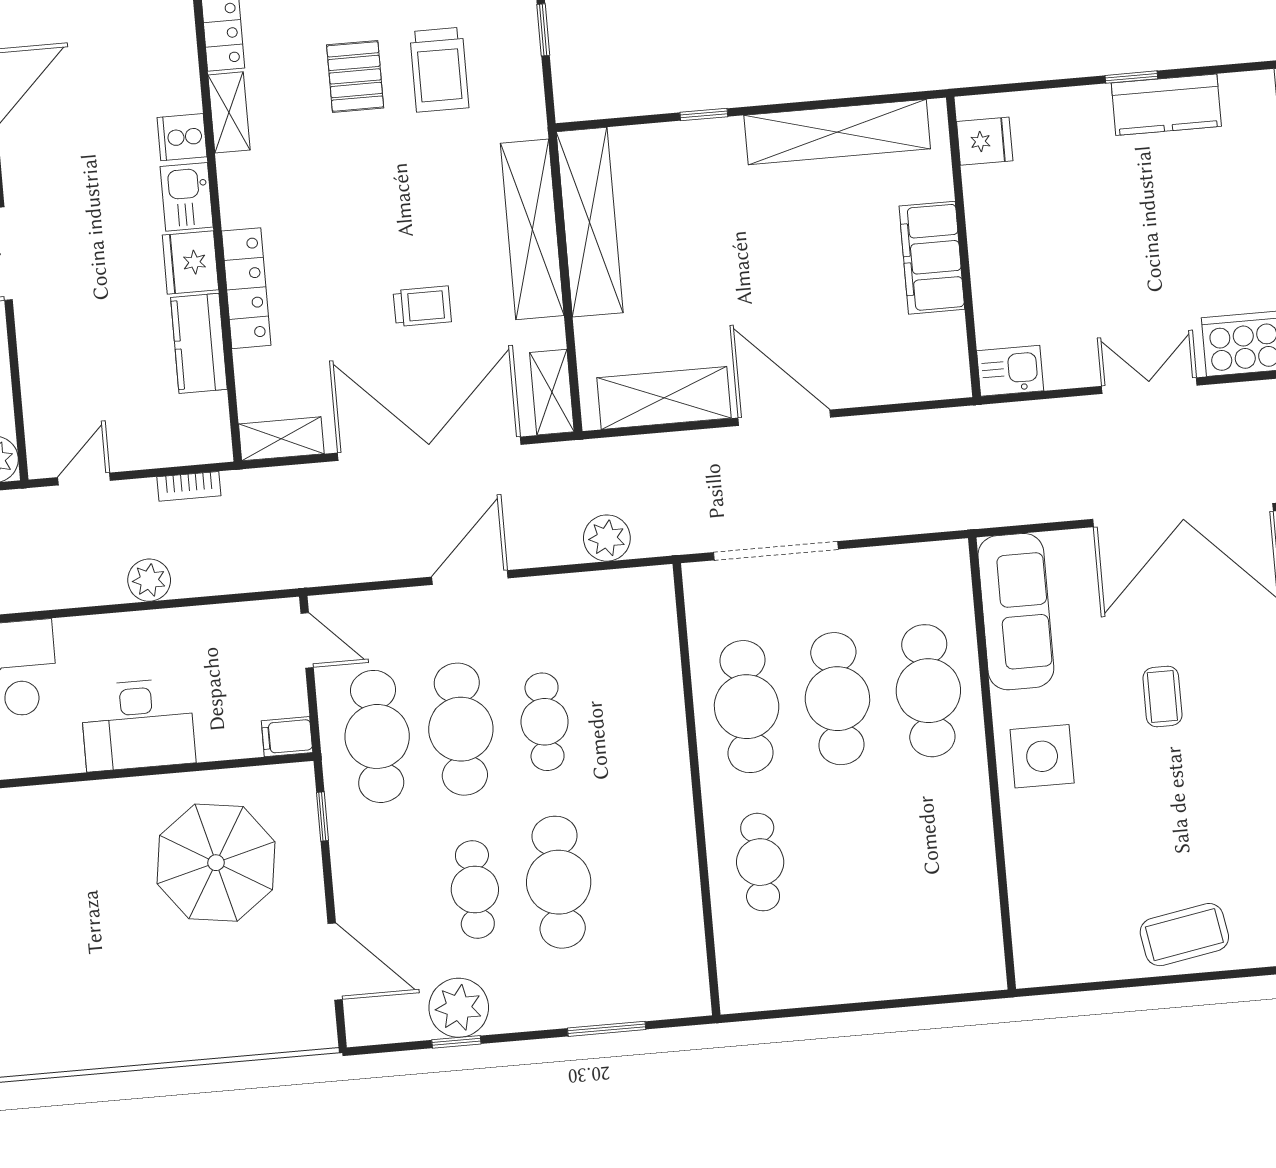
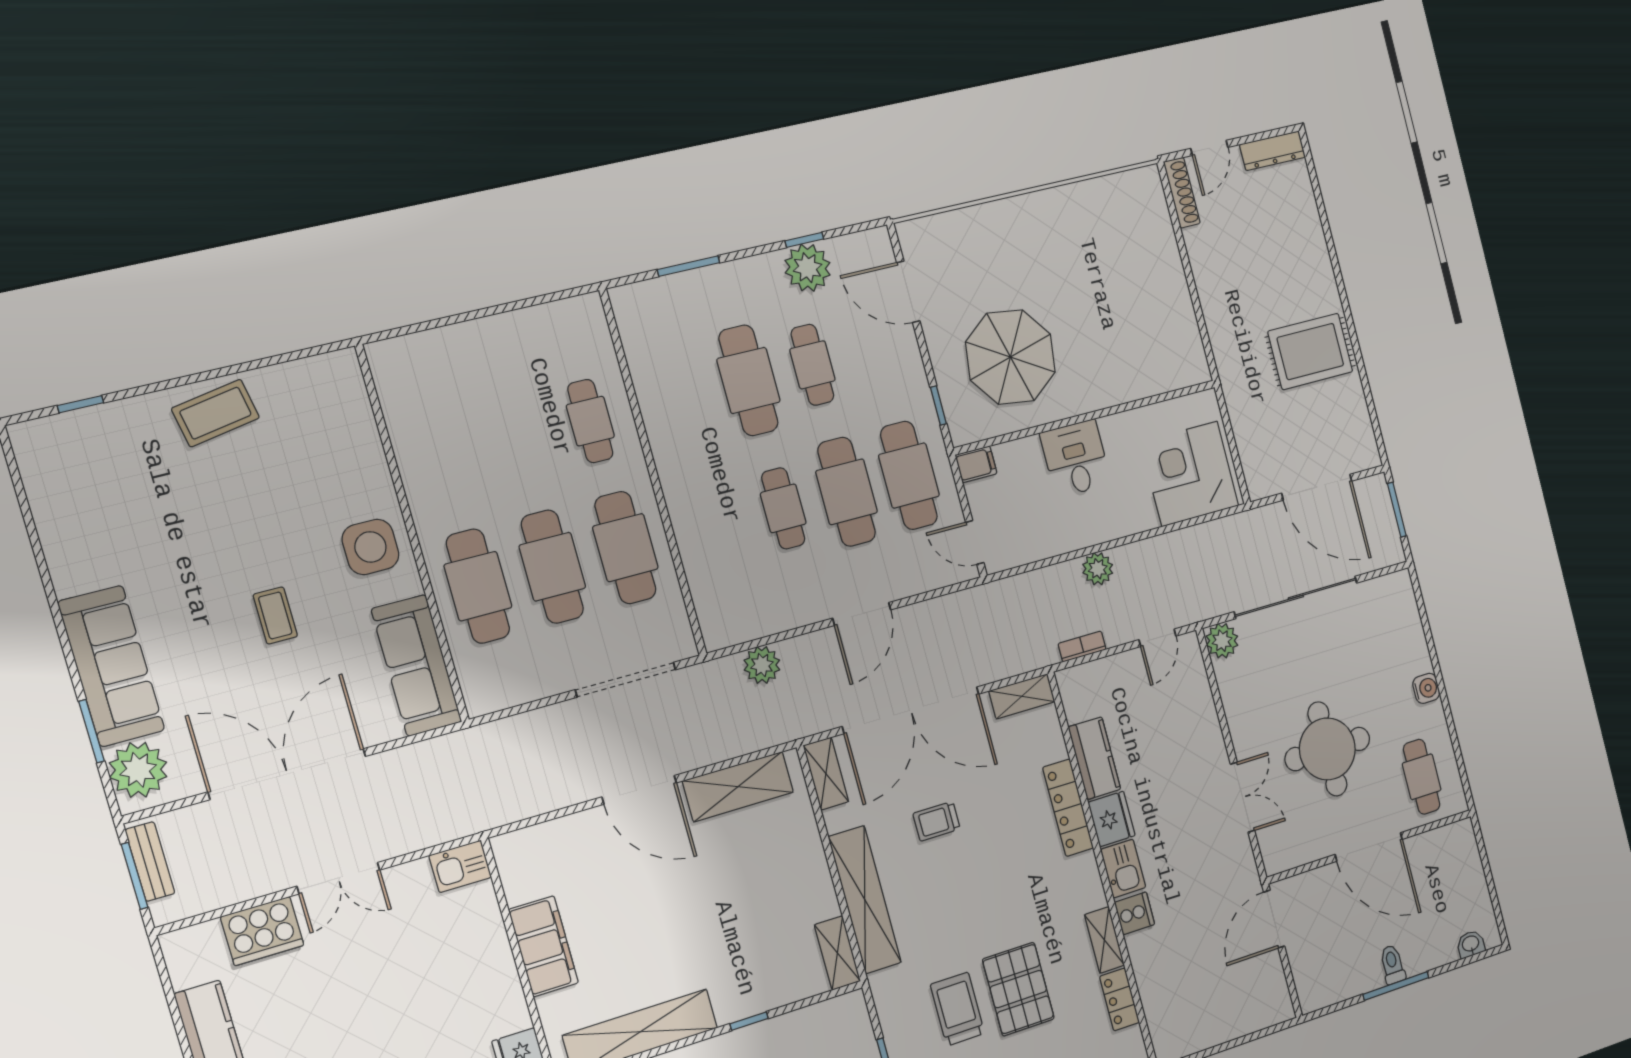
pallet: (355, 76) -> (1018, 989), width x1.50, depth x1.42
shelving: (590, 222) -> (837, 953), width x0.45, depth x0.75
desk: (138, 725) -> (1076, 458), width x0.73

